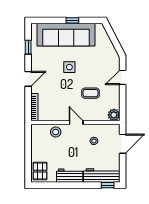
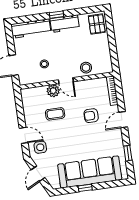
door: (114, 40) -> (38, 174), added
side table: (69, 67) -> (40, 147), moved
door: (123, 77) -> (24, 135), hinge flipped
armchair: (57, 87) -> (91, 116), added
plant: (114, 115) -> (53, 91), moved
window: (108, 185) -> (56, 15), moved

